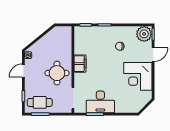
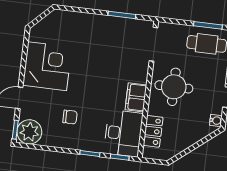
locker: (67, 44) -> (153, 131), added
desk: (100, 102) -> (123, 133), moved, turned 90

